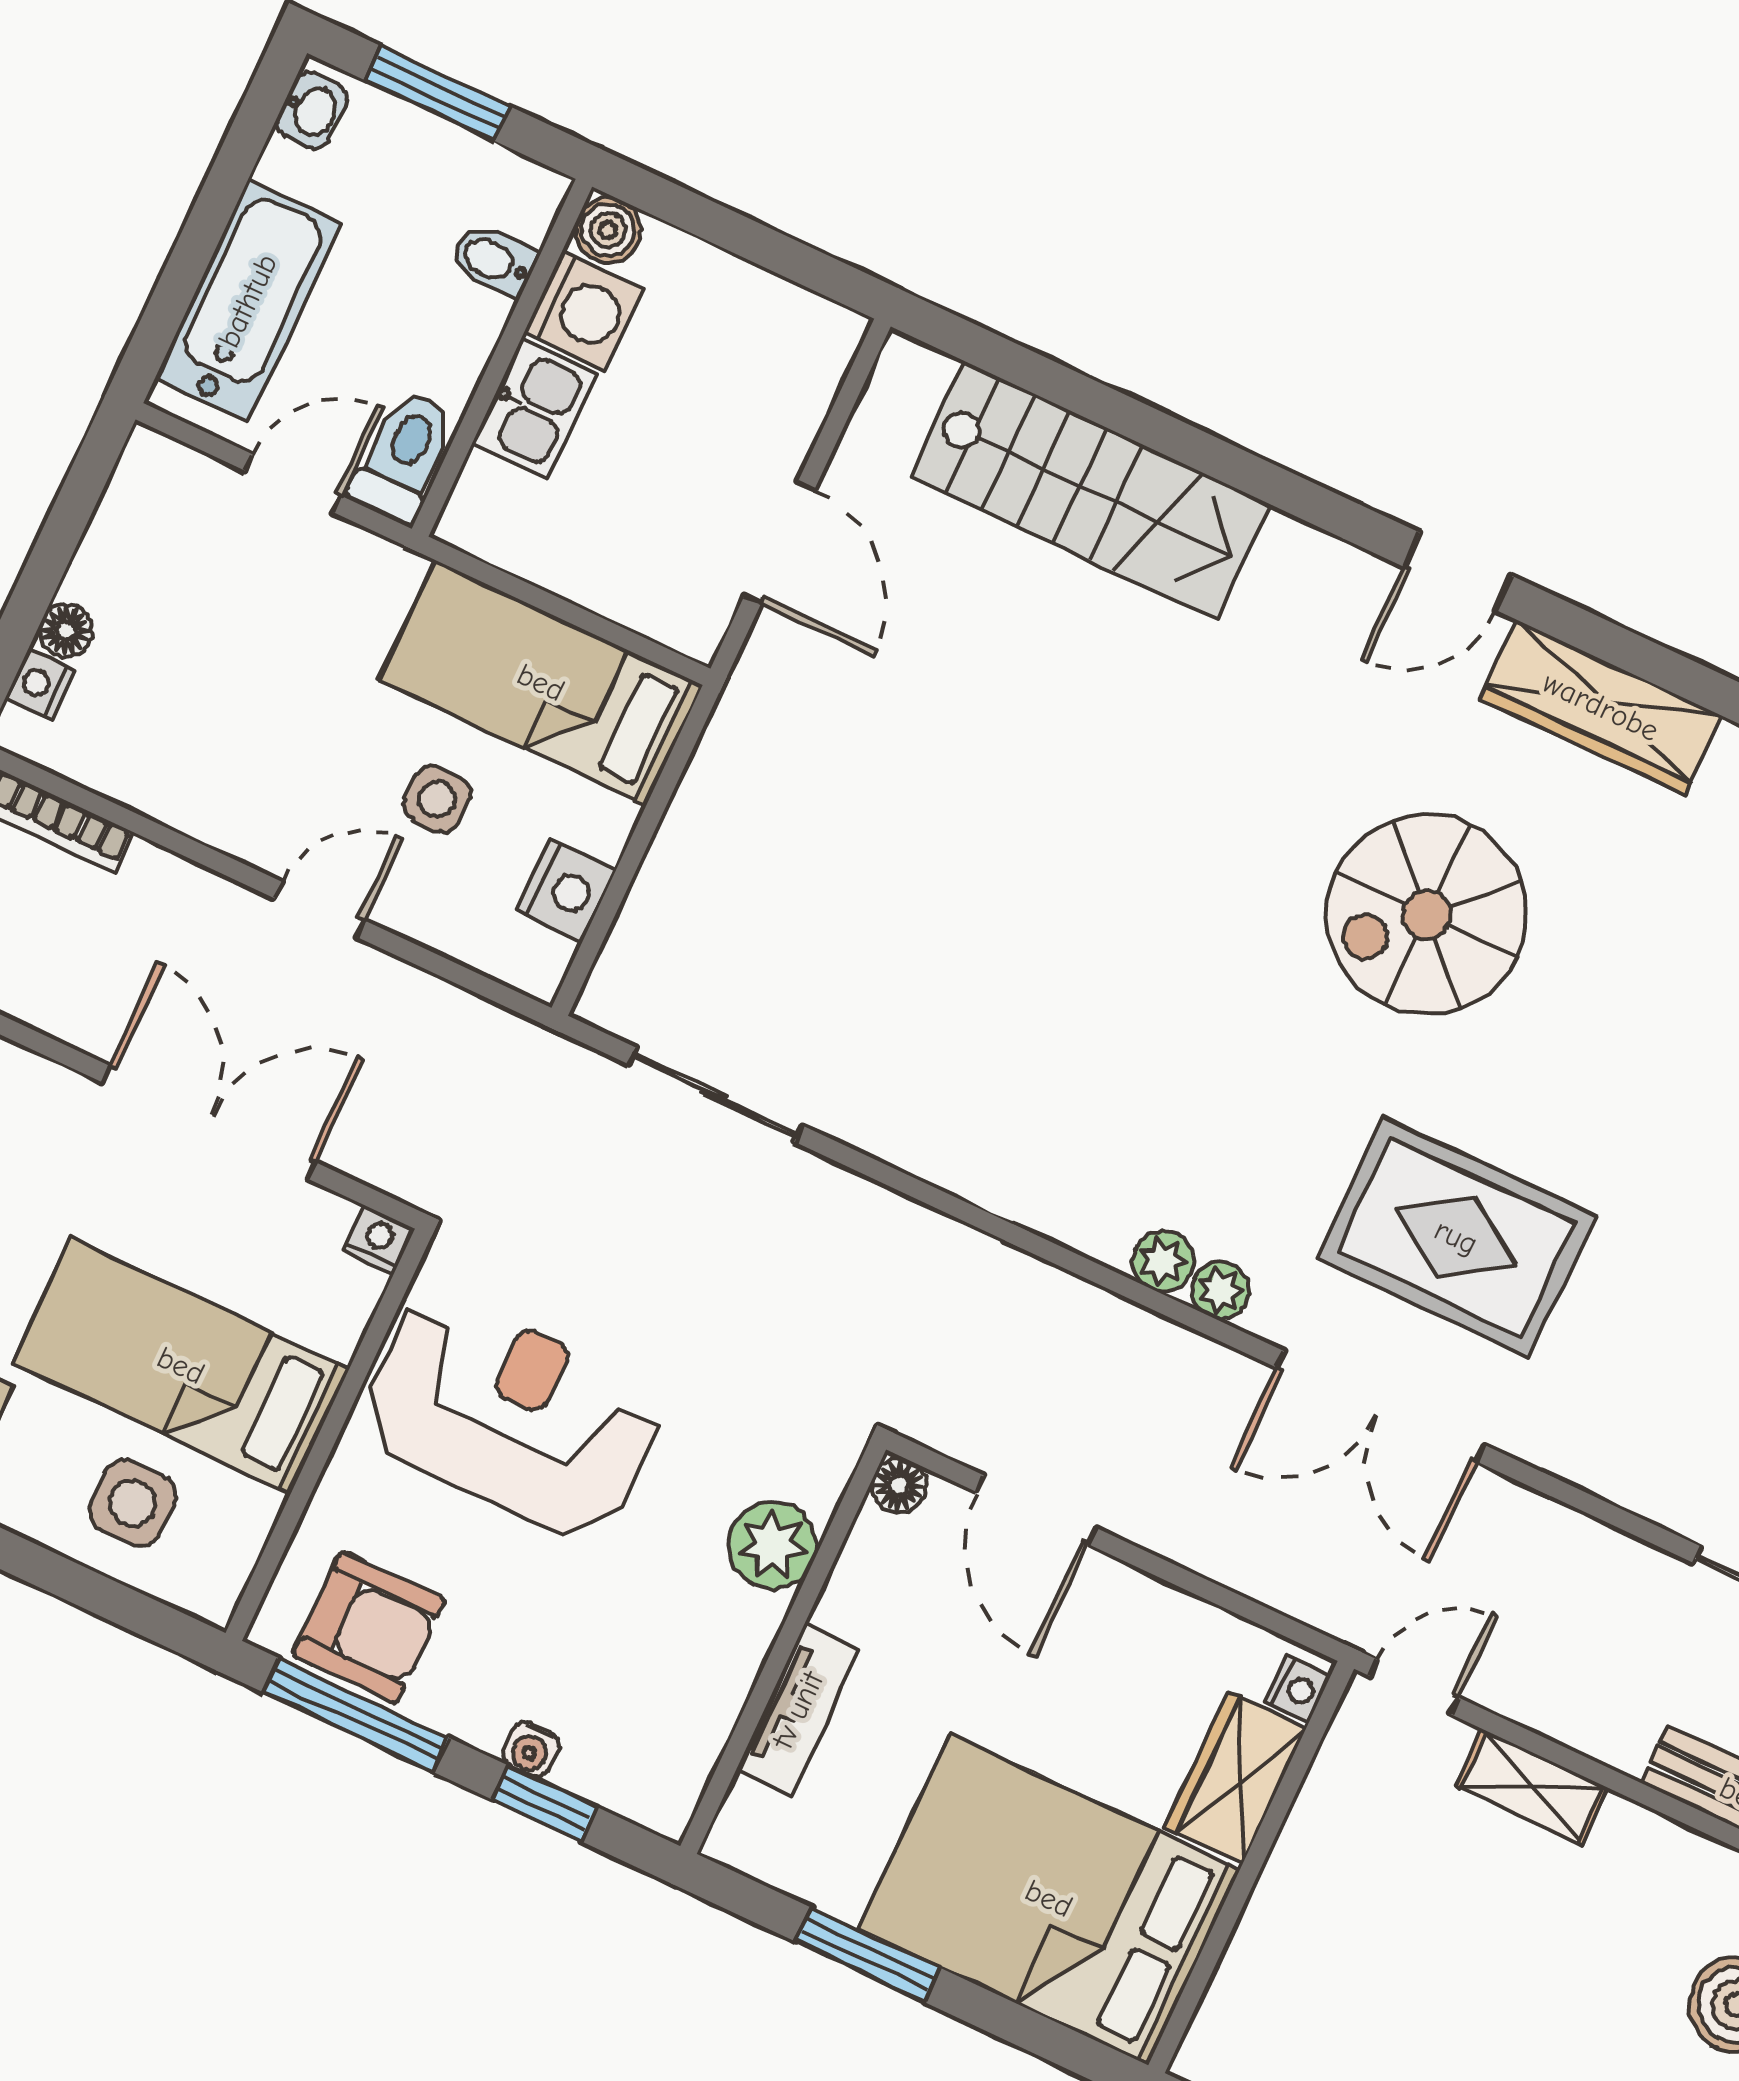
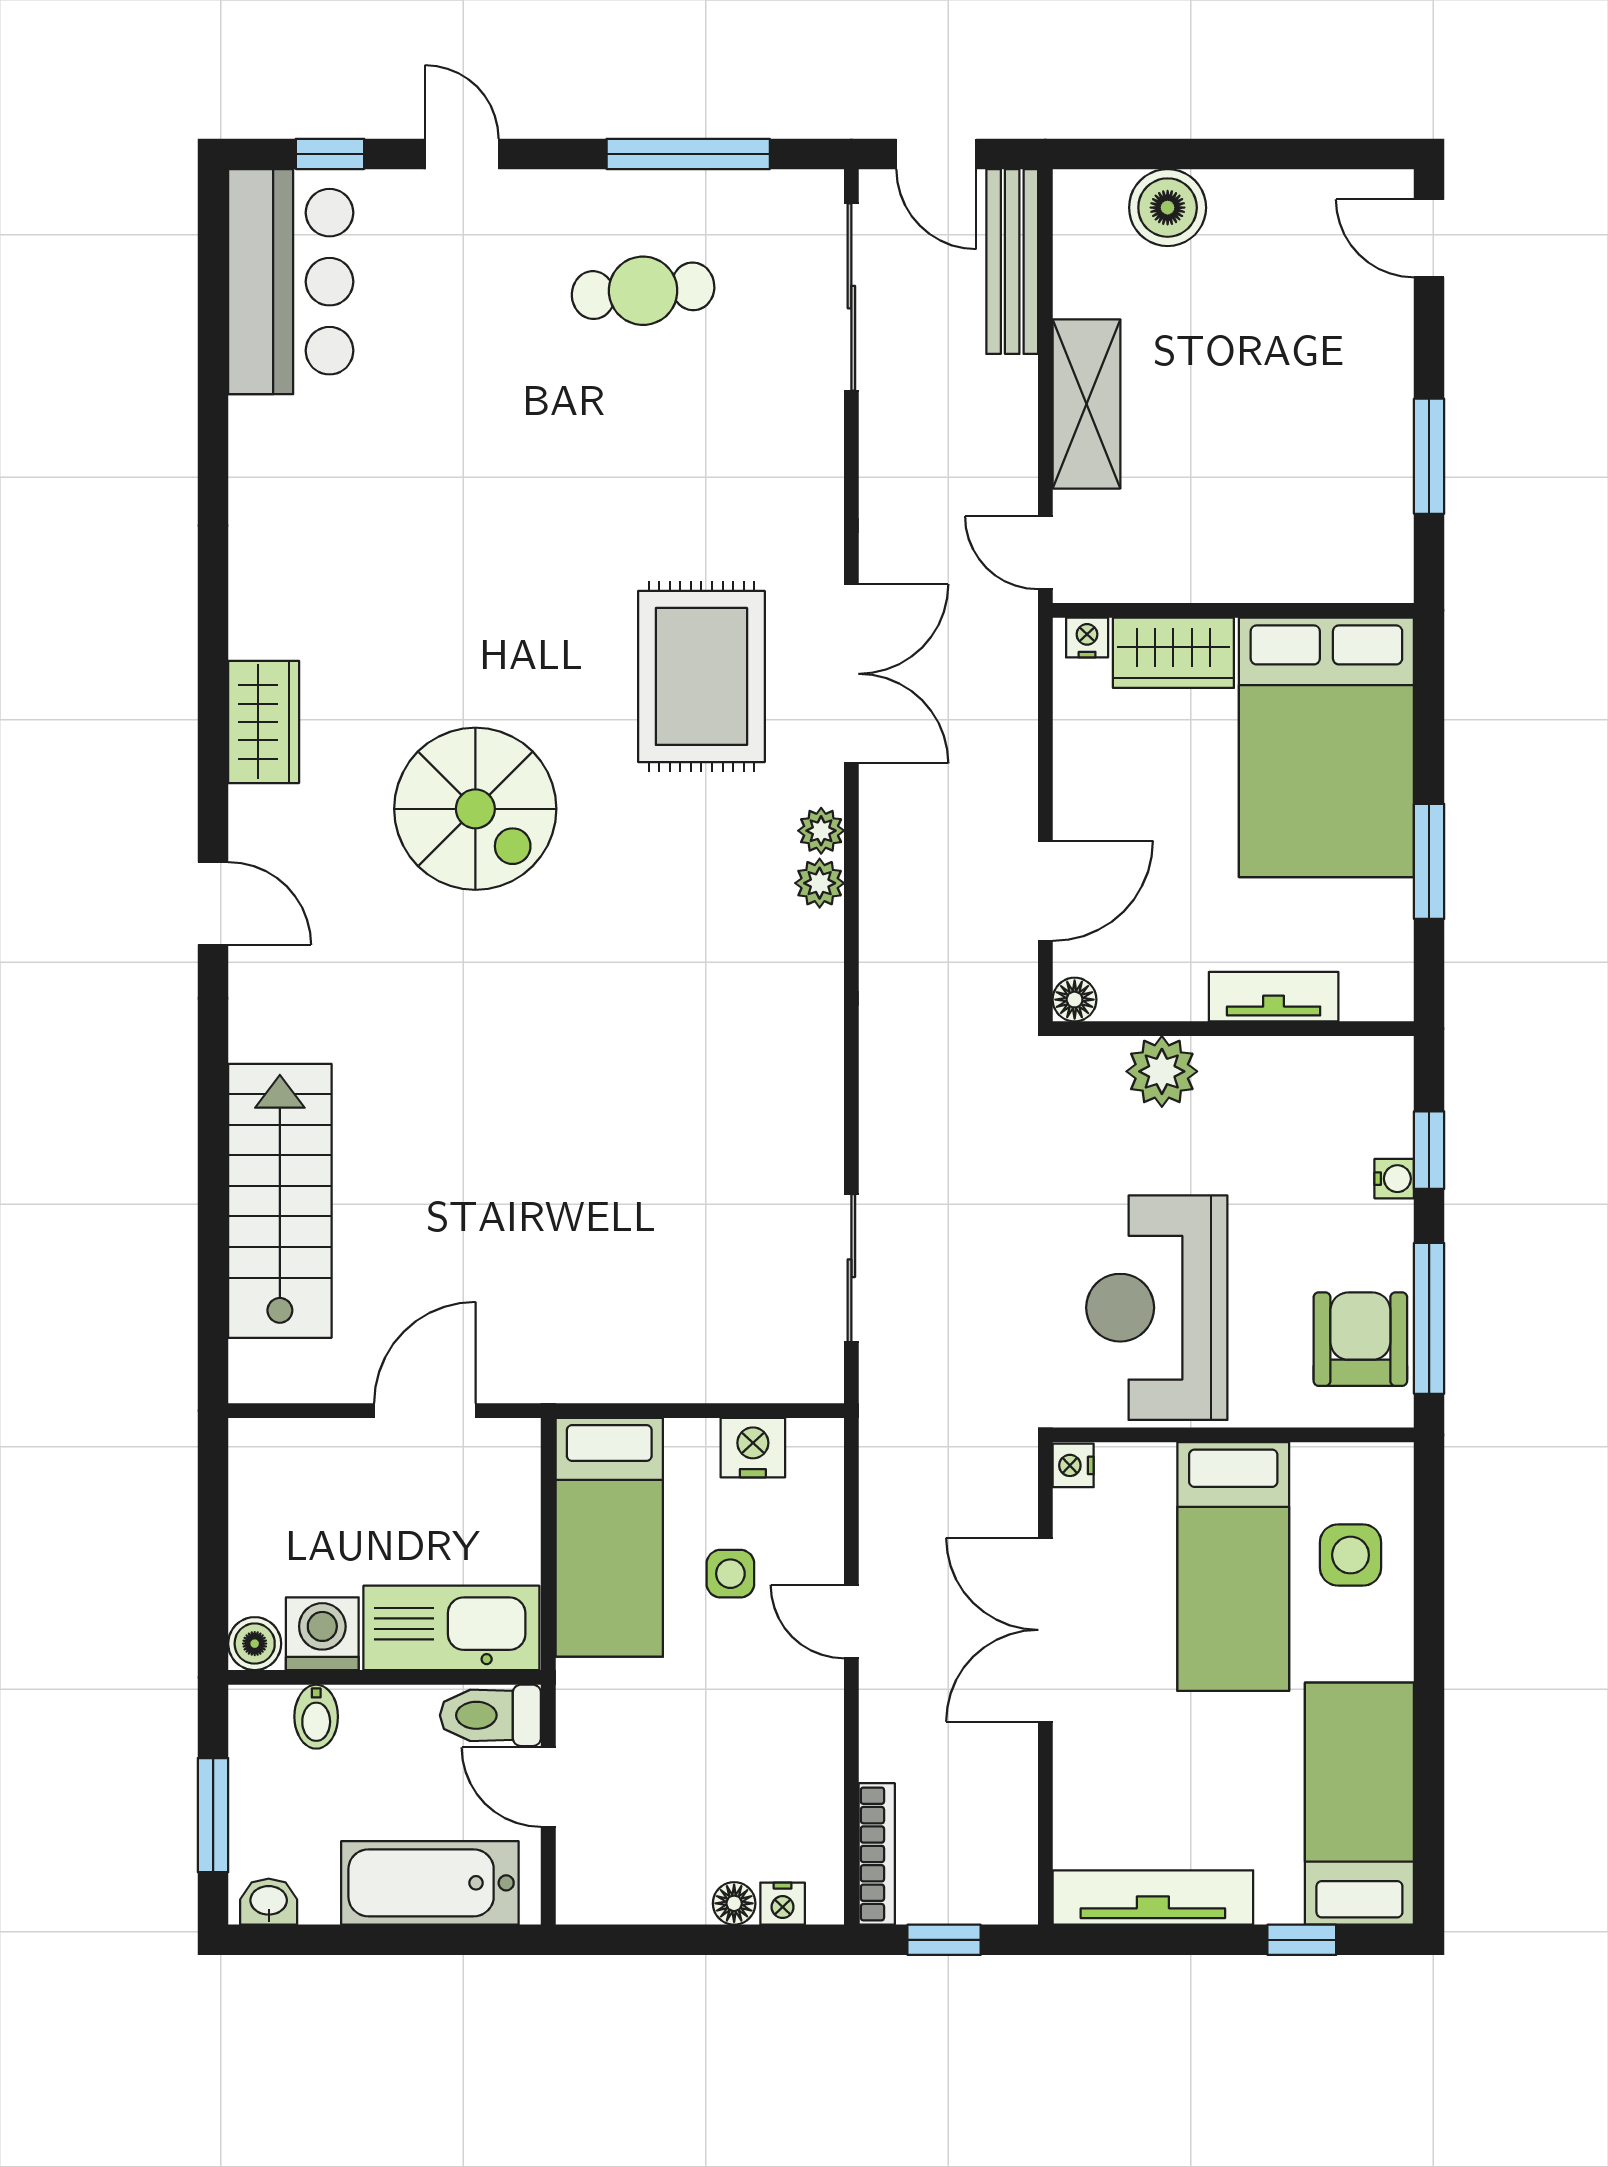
kitchen sink: (535, 408) -> (451, 1628), width x1.88, depth x1.24
wardrobe: (1601, 707) -> (264, 722), width x0.67
shelving: (1532, 1787) -> (1086, 404), width x1.50, depth x1.33

